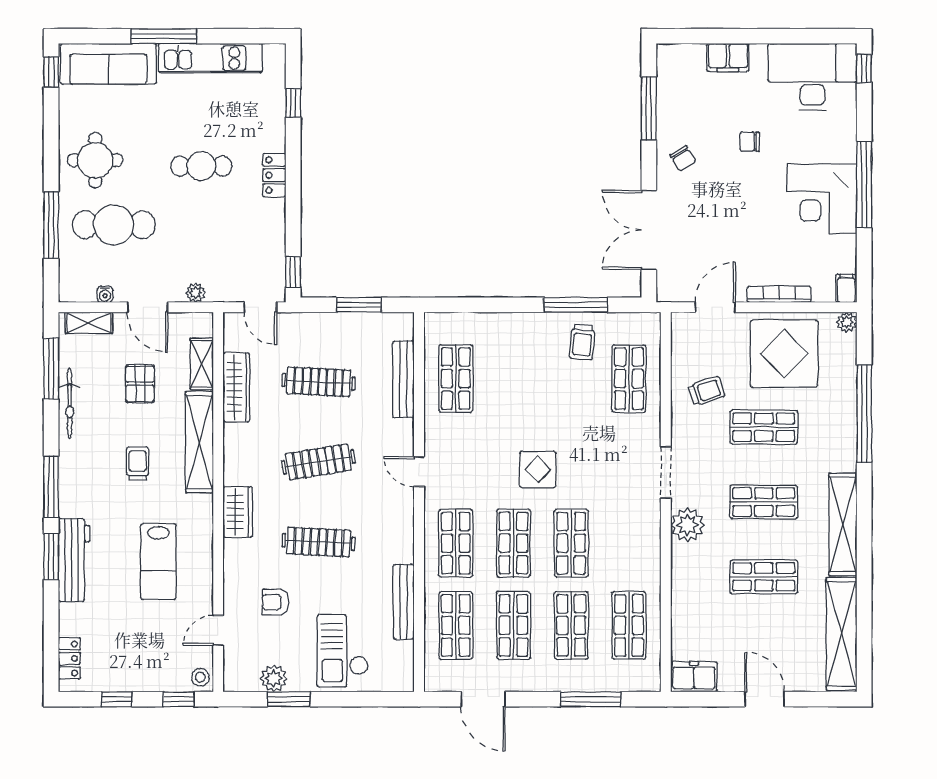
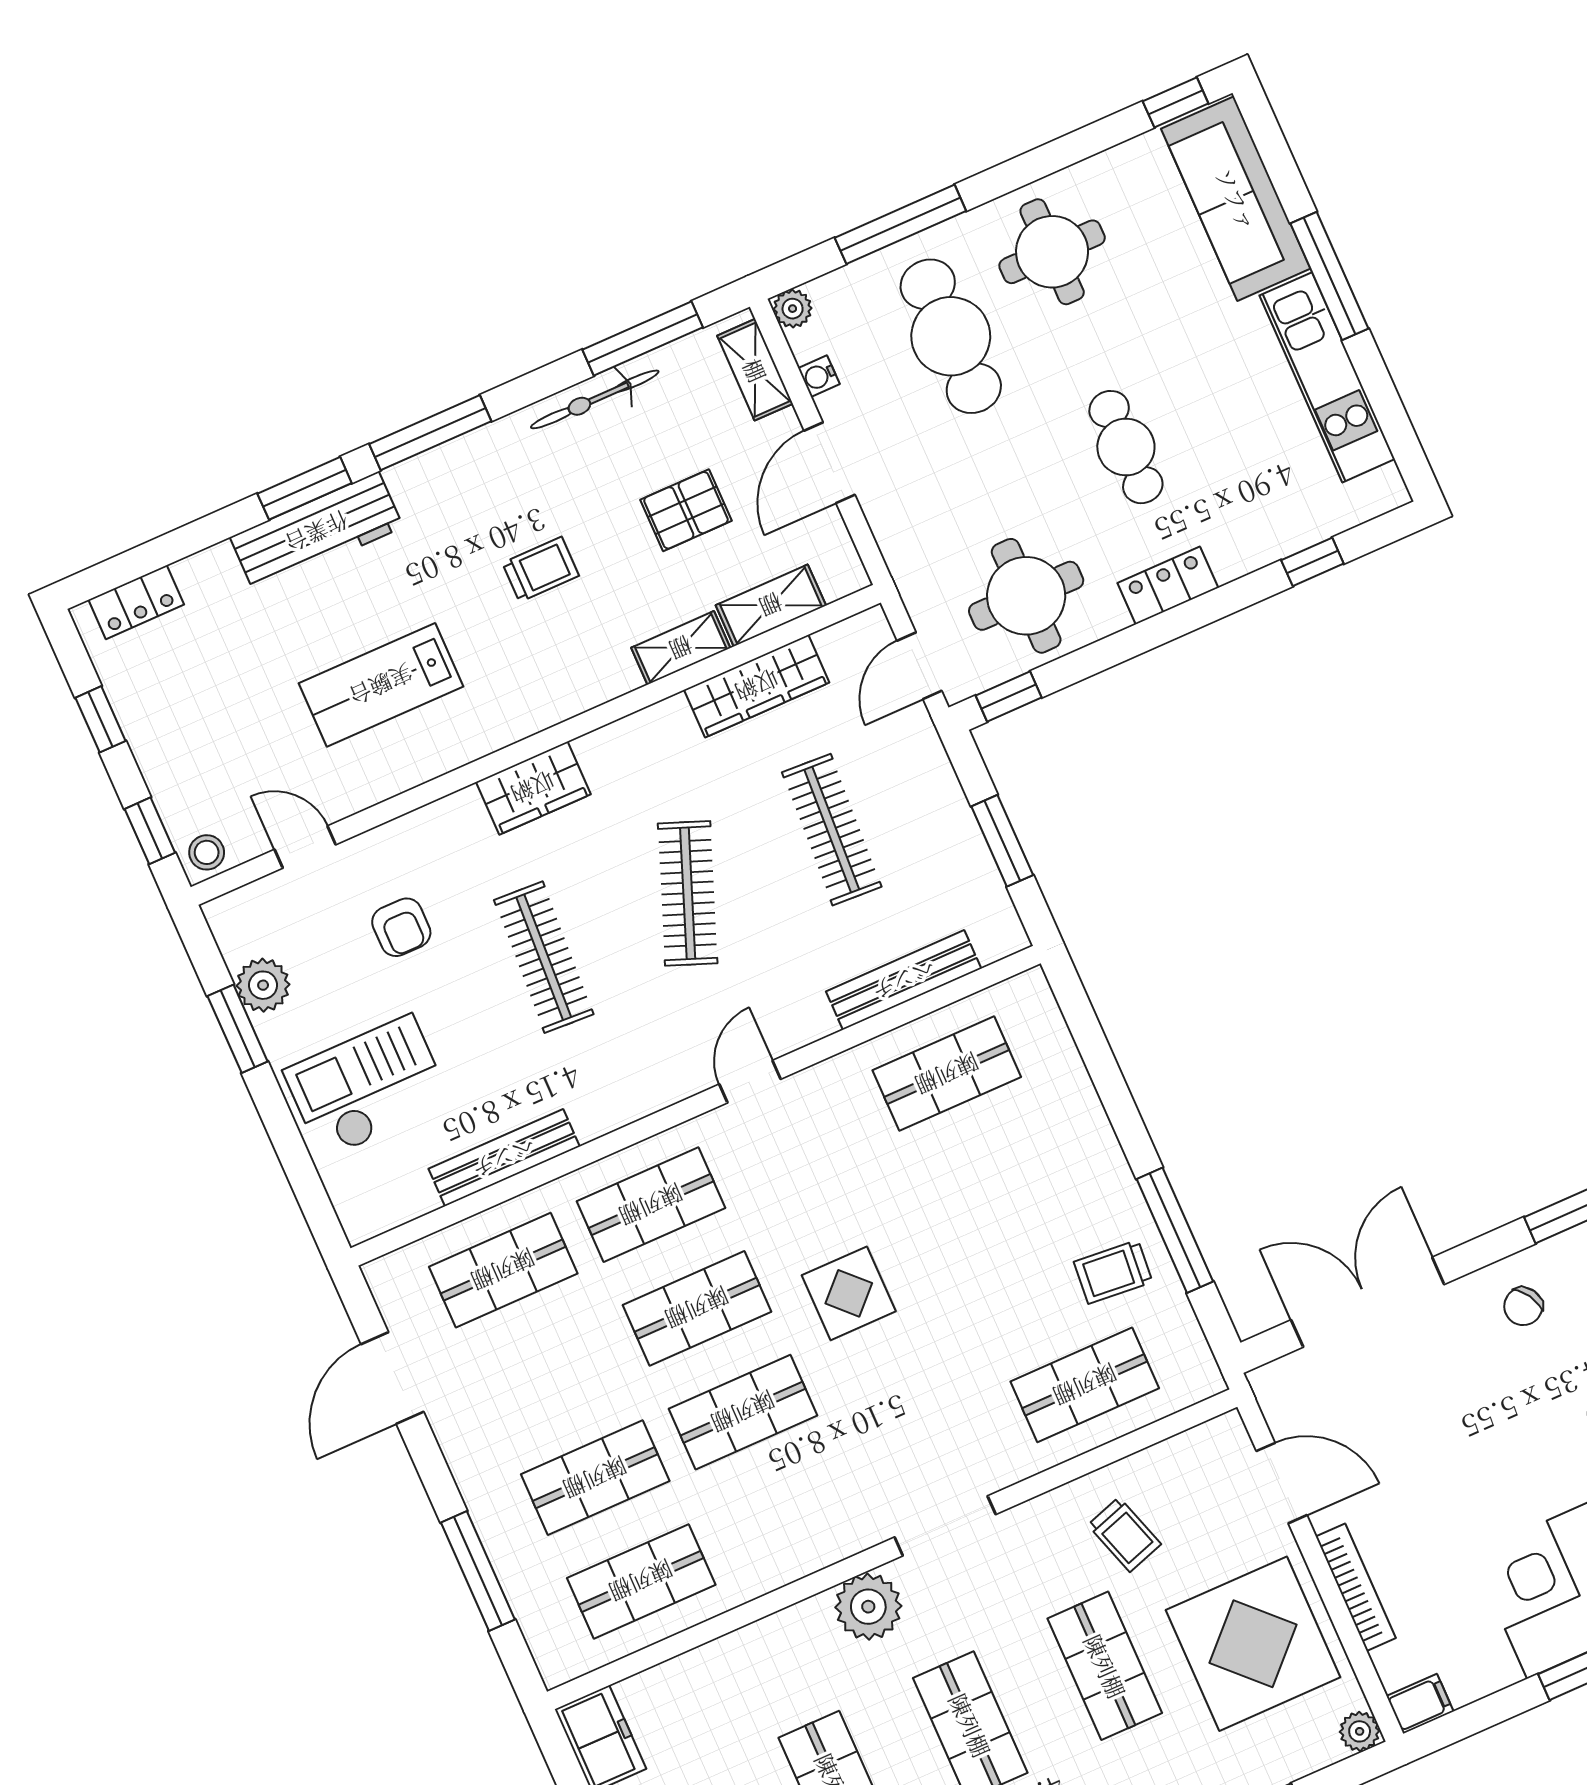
round table: (250, 243) -> (1026, 596), added
plant: (196, 293) -> (793, 309), moved
shelving: (199, 442) -> (681, 648), width x0.45, depth x0.75
clothes rail: (319, 462) -> (688, 893), turned 30
armchair: (275, 602) -> (401, 927), turned 180
shop shelf: (513, 625) -> (549, 1374), removed

